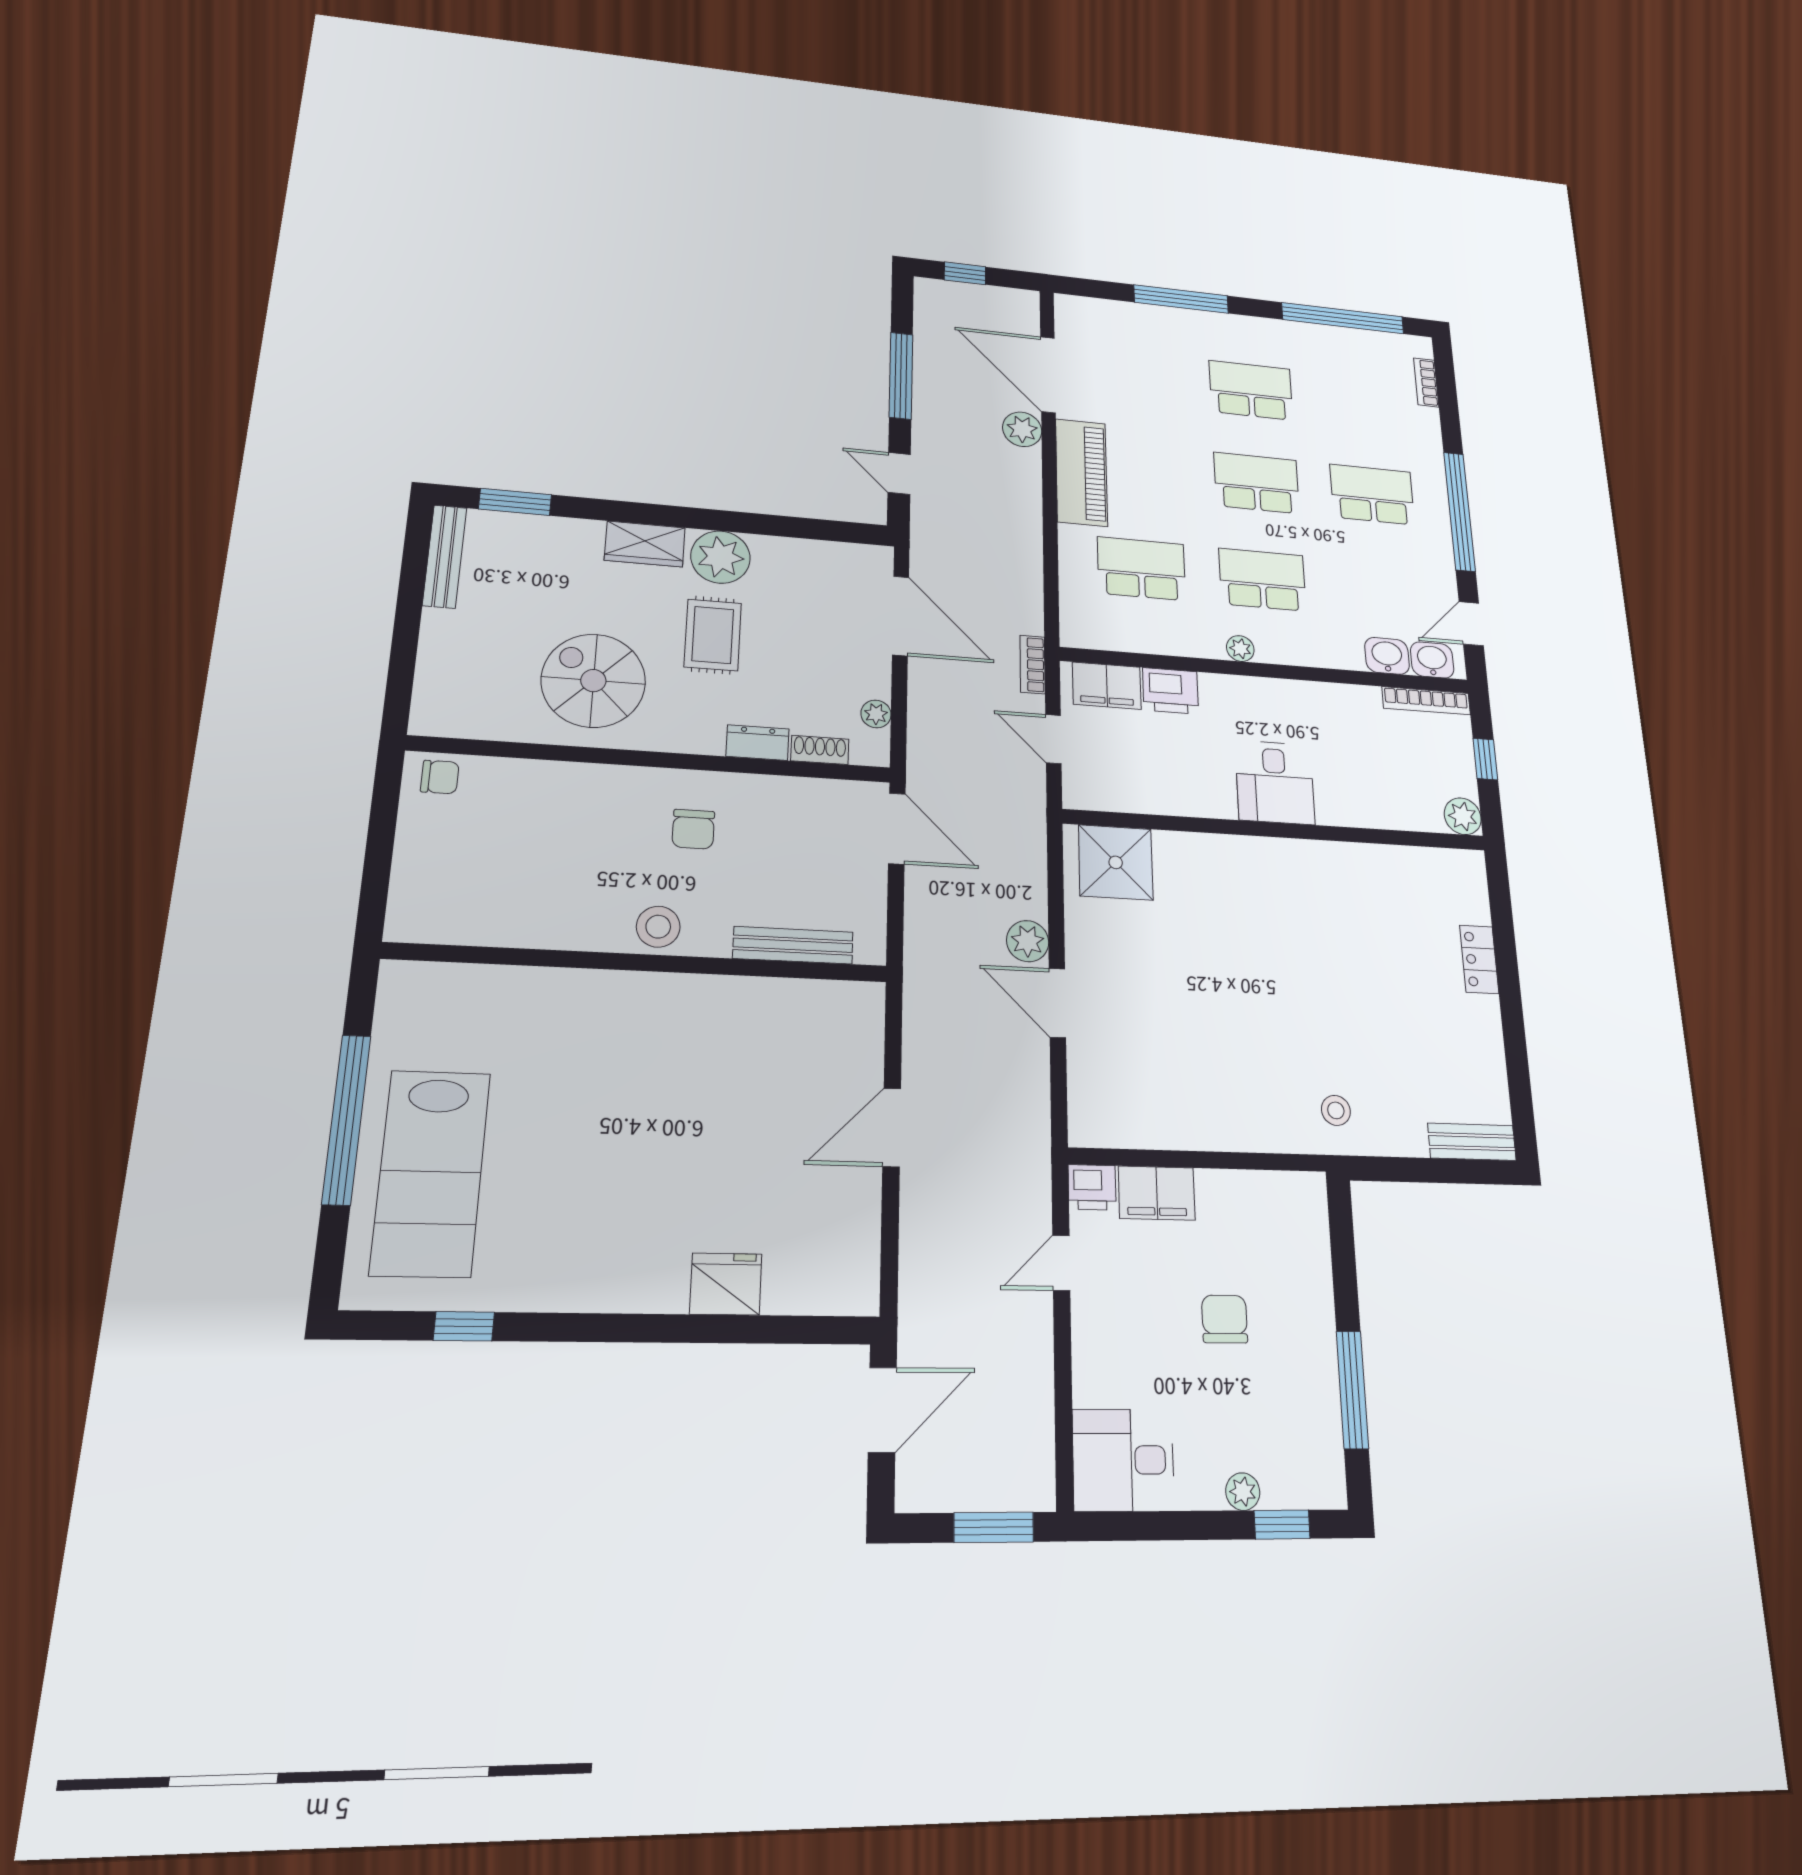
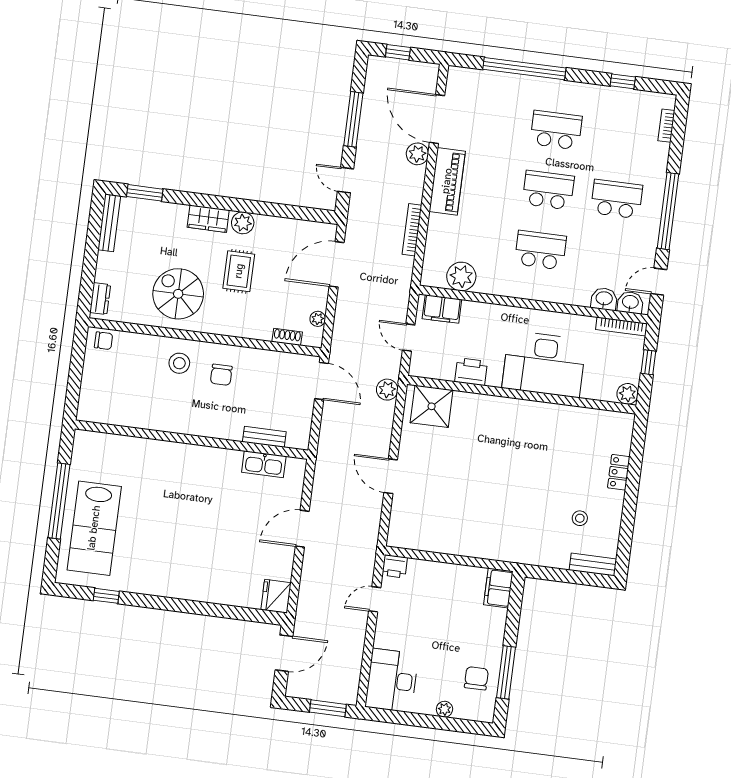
window: (1181, 299) -> (524, 69), width x1.46
window: (1343, 318) -> (623, 81), width x0.32
plant: (720, 557) -> (243, 223), width x0.73, depth x0.73
school desk: (1141, 569) -> (472, 241), removed
door: (901, 616) -> (337, 264), swing flipped
plant: (1240, 649) -> (461, 276), moved, width x1.87, depth x1.87
bookcase: (1033, 664) -> (412, 230), moved, width x1.56
printer: (1171, 691) -> (471, 372), moved, turned 180
dresser: (758, 743) -> (100, 299), moved, turned 90
desk: (1275, 782) -> (544, 364), width x1.87, depth x1.30
stool: (658, 927) -> (179, 363), moved
plant: (1028, 941) -> (387, 390), moved
bench: (793, 945) -> (264, 437), width x0.73
kitchen sink: (797, 1001) -> (264, 464), added
stool: (1336, 1110) -> (580, 518), moved
filing cabinet: (1157, 1193) -> (498, 588), moved, turned 90
fridge: (726, 1284) -> (276, 596), moved, turned -90
chair: (1225, 1319) -> (476, 678), moved
desk: (1123, 1460) -> (392, 680), width x1.37
window: (1282, 1525) -> (461, 726), removed

